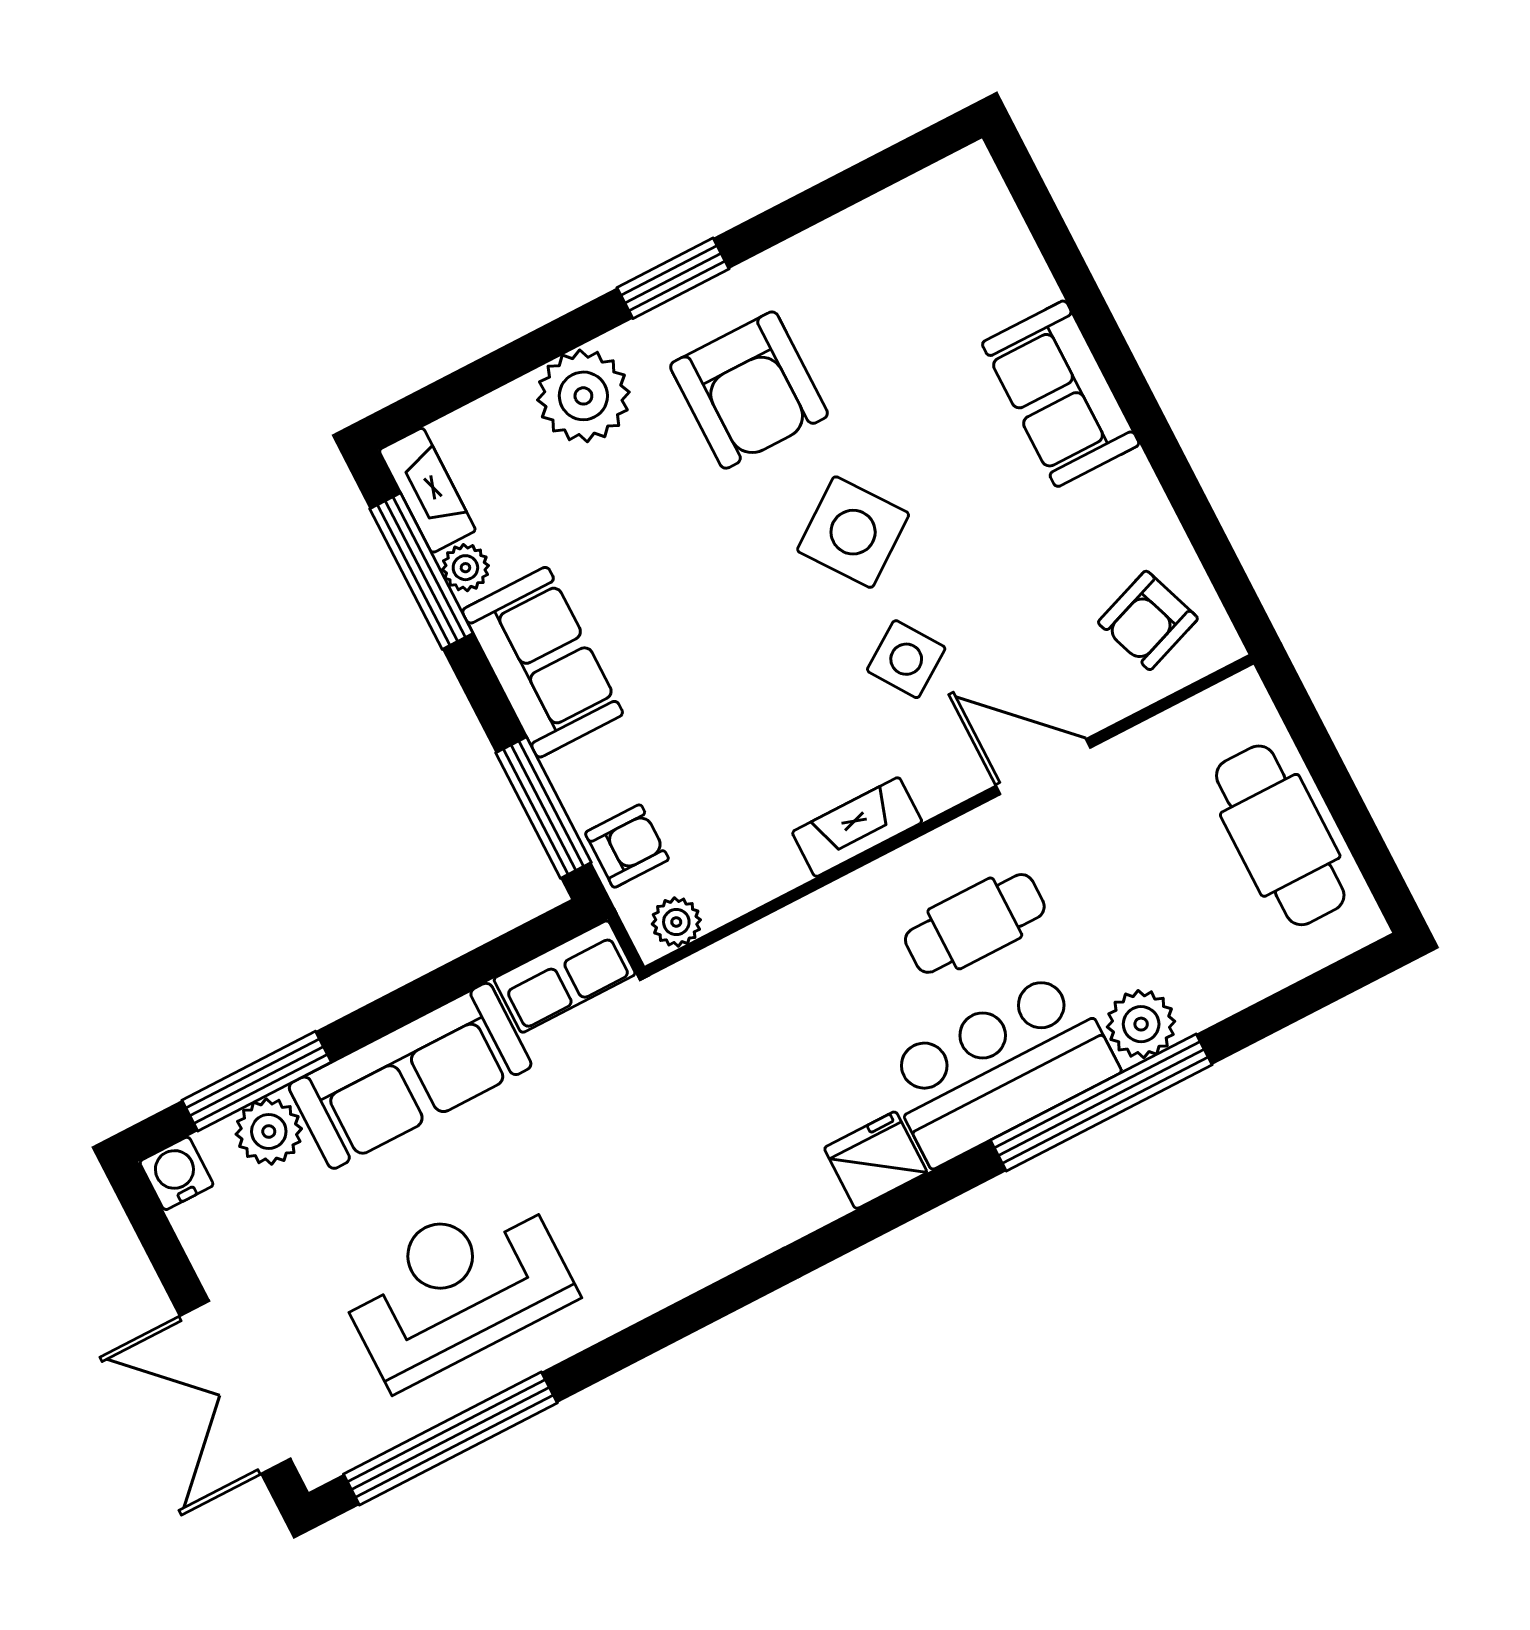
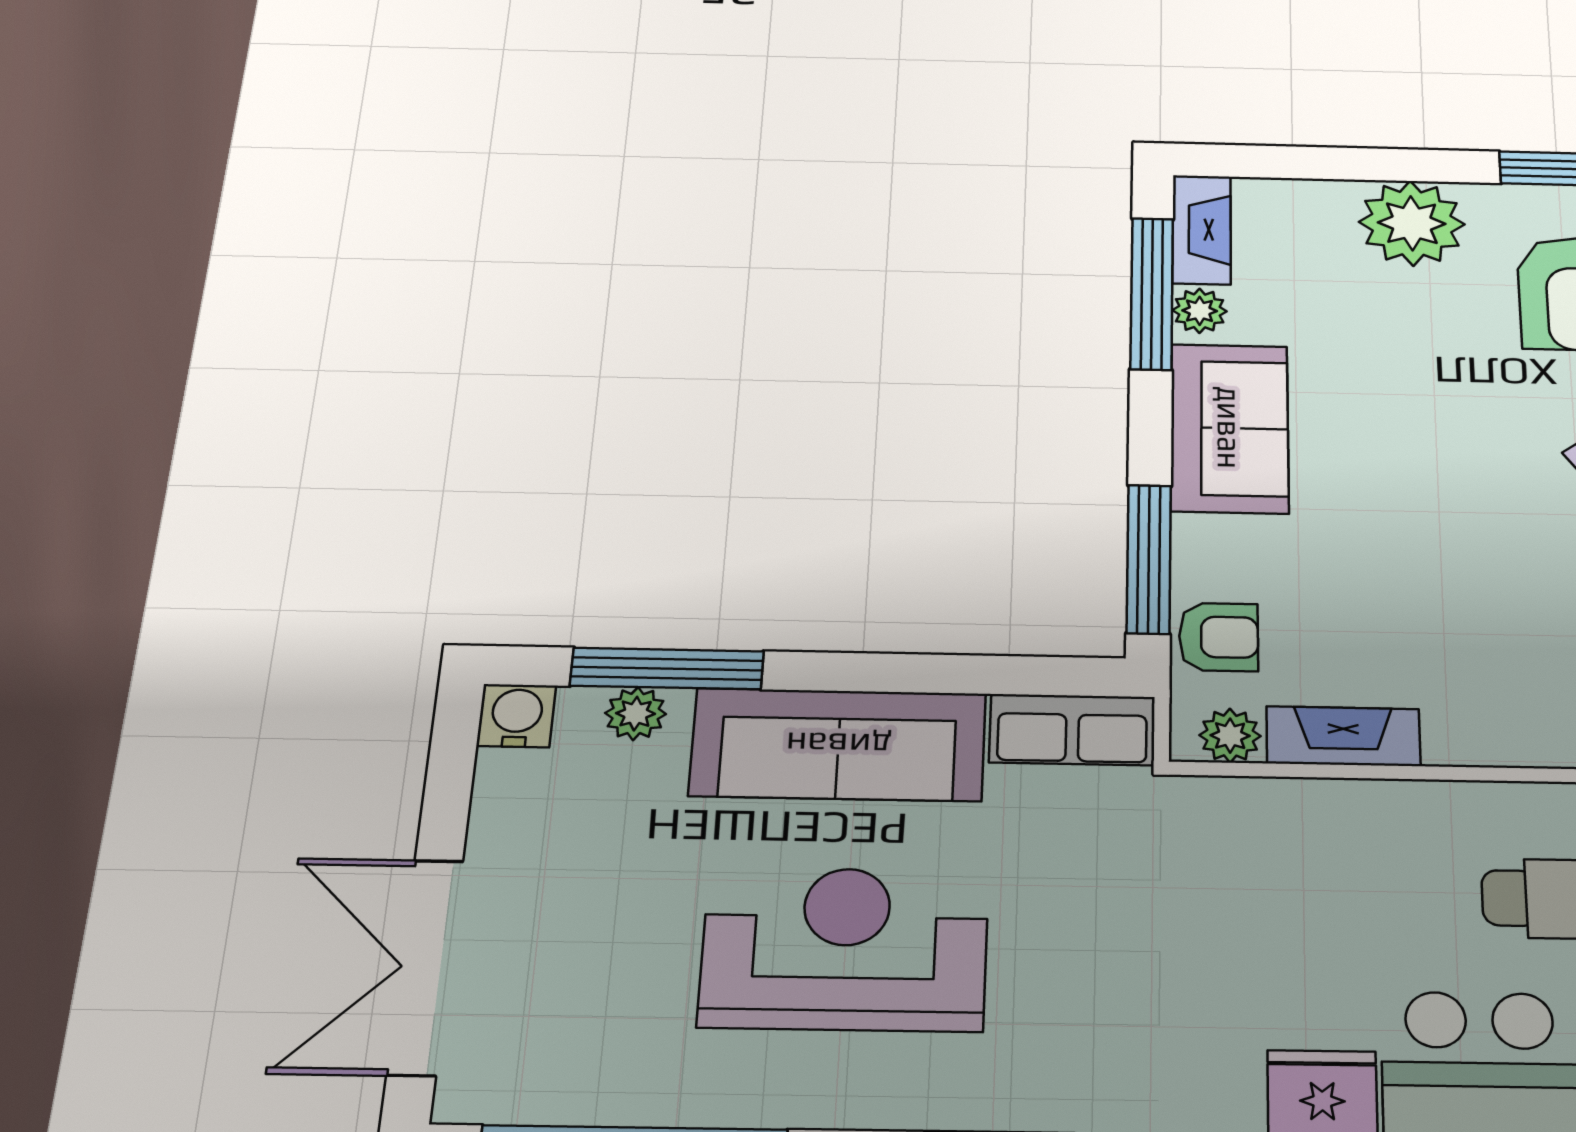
fireplace: (857, 827) -> (1343, 736), moved
plant: (269, 1131) -> (636, 714), width x0.73, depth x0.73
reception desk: (456, 1287) -> (845, 949), moved

